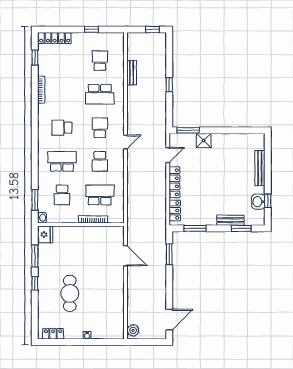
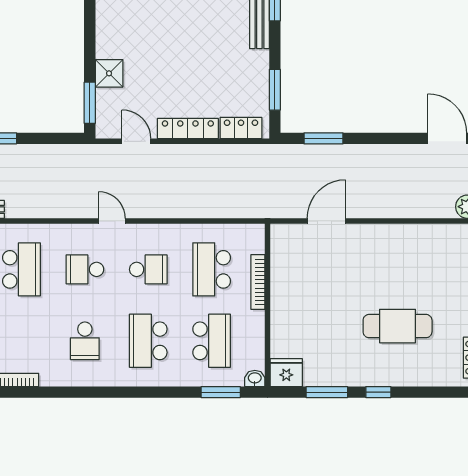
school desk: (62, 195) -> (212, 341), width x1.85

